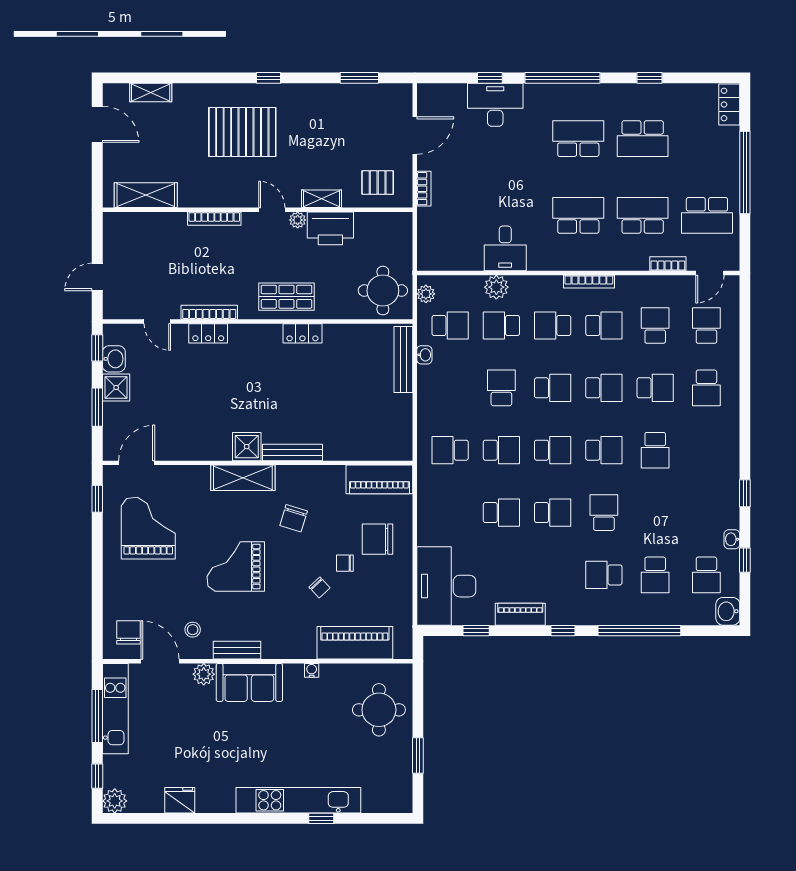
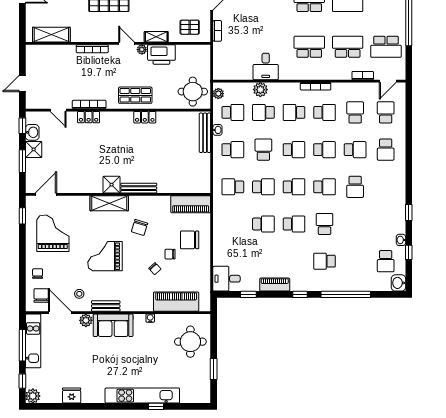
school desk: (655, 575) -> (233, 150), moved, turned -90
desk: (446, 586) -> (226, 279), width x0.53, depth x0.77
chair: (123, 596) -> (38, 274), added

